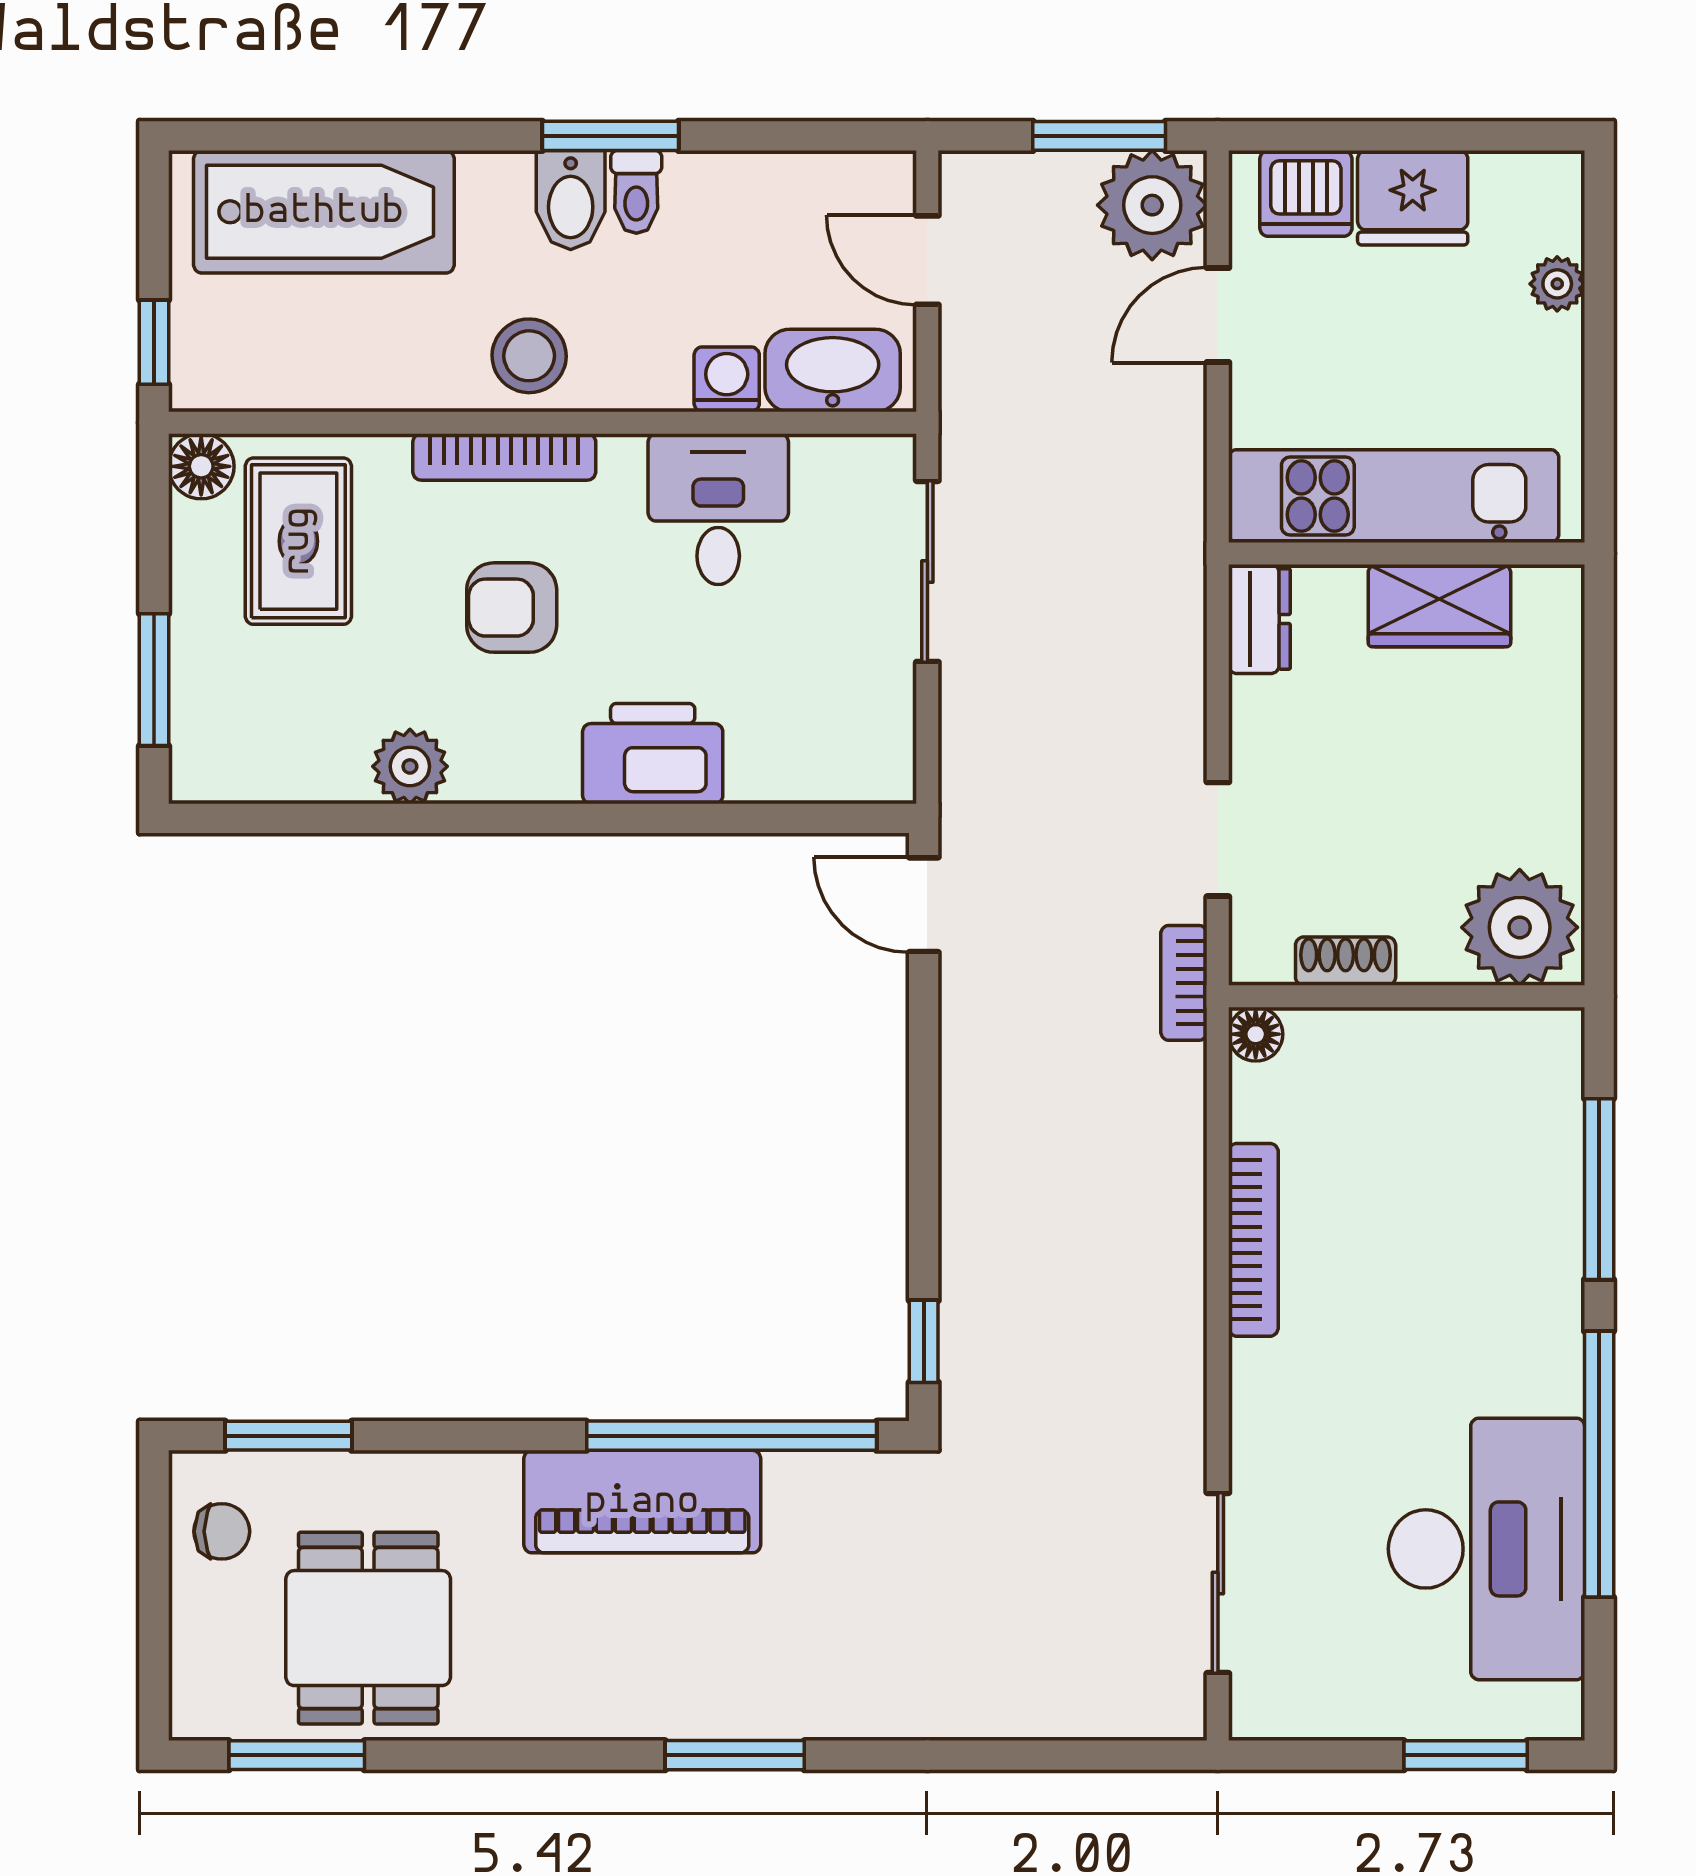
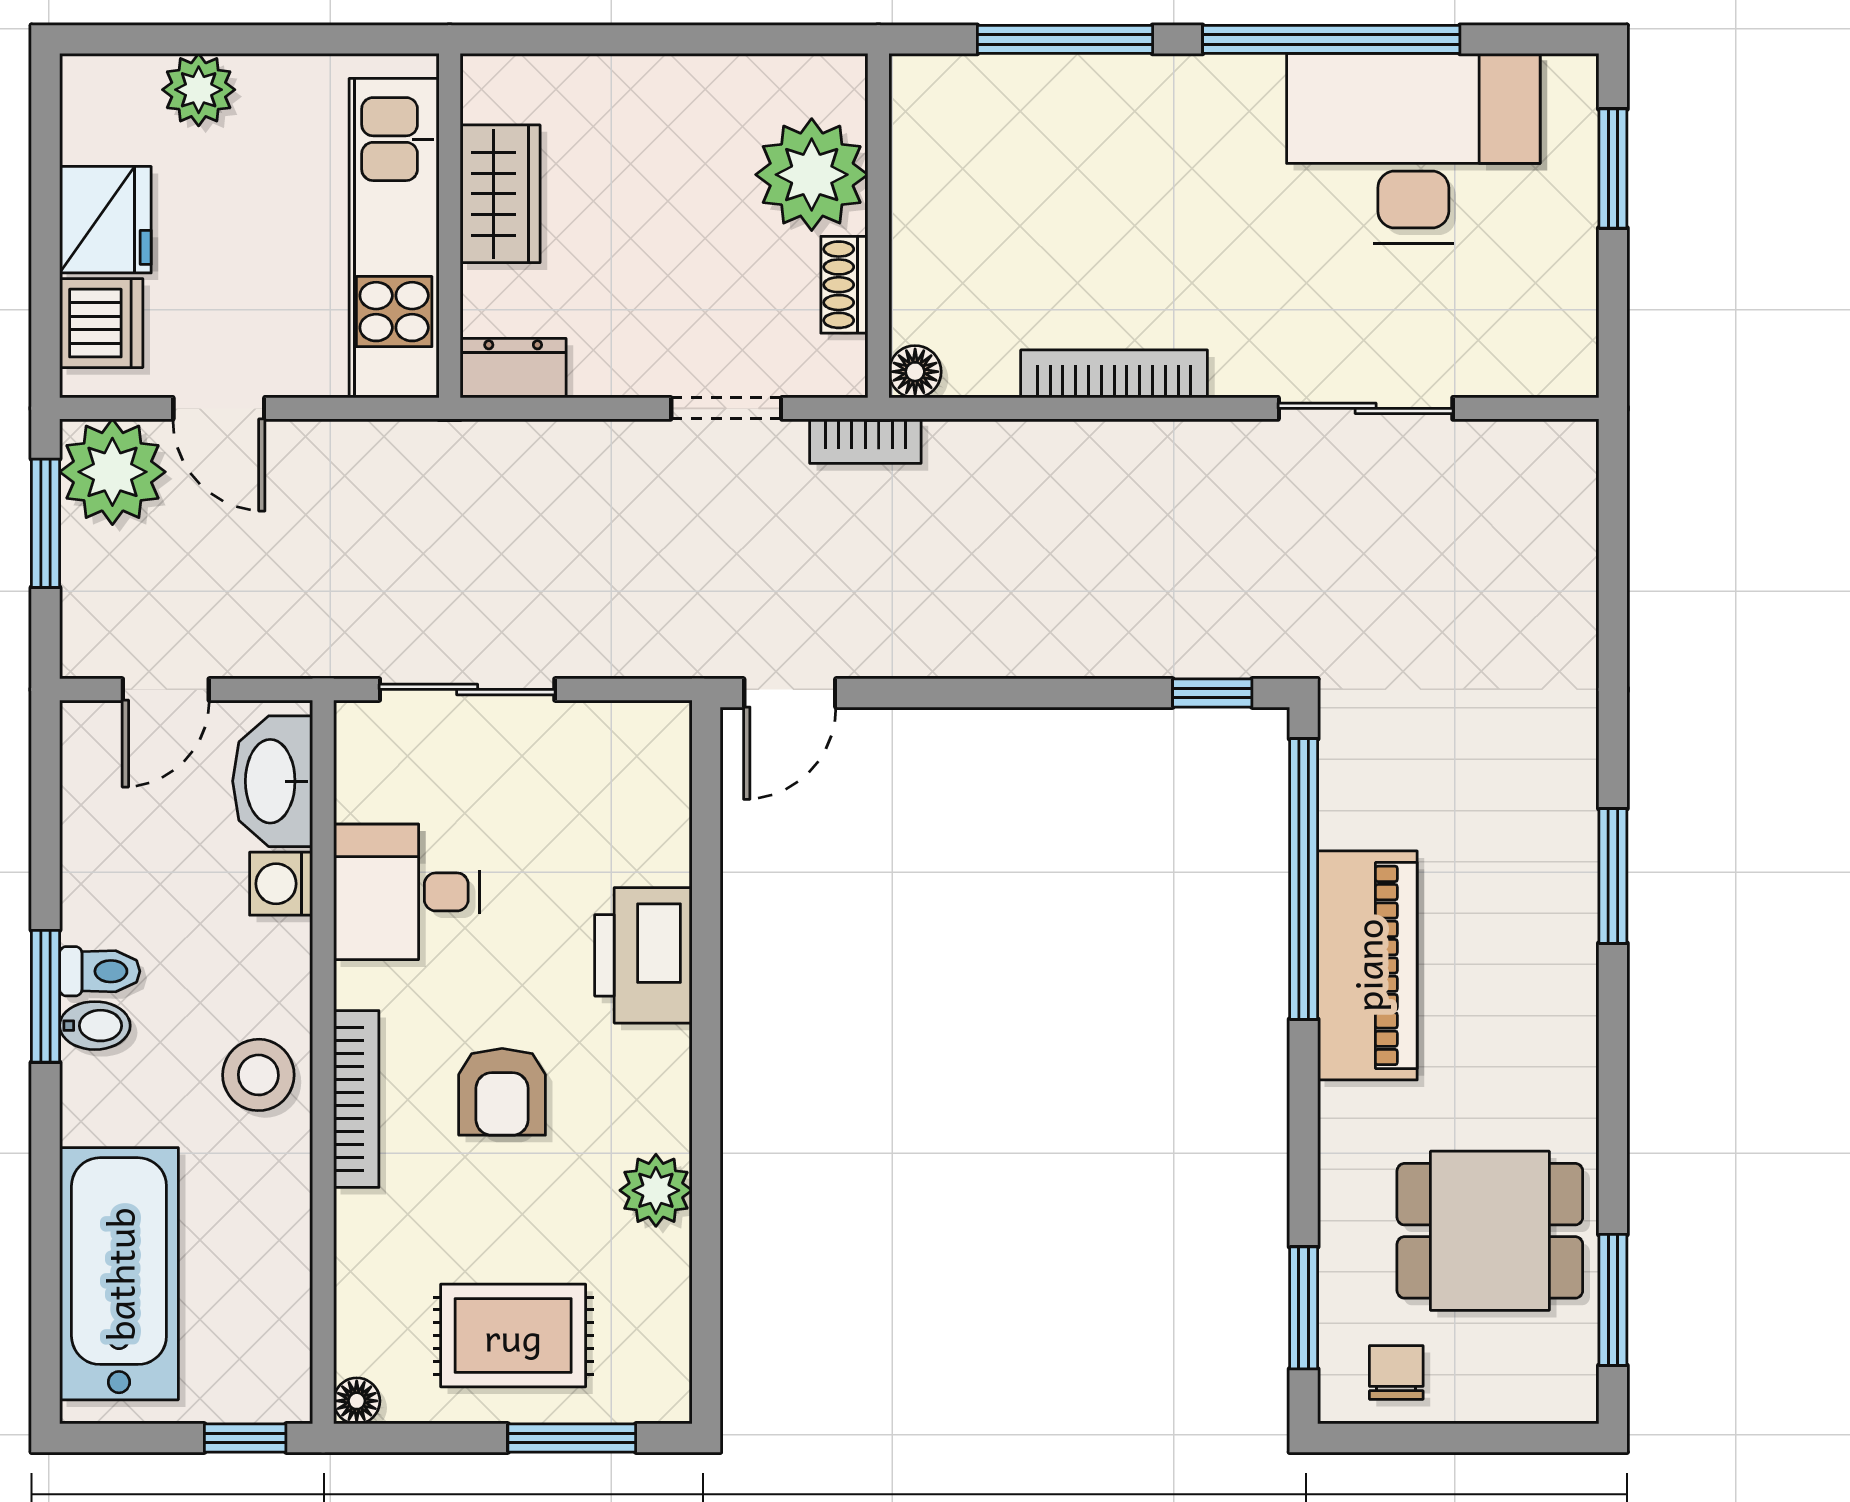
bidet: (571, 200) -> (95, 1026), width x0.72, depth x0.74
plant: (1557, 284) -> (199, 90), width x1.38, depth x1.38
floor lamp: (201, 466) -> (357, 1401), width x0.73, depth x0.73
rug: (298, 541) -> (513, 1336), moved
plant: (1520, 927) -> (812, 175), moved
sliding door: (1218, 1583) -> (1366, 408), moved

